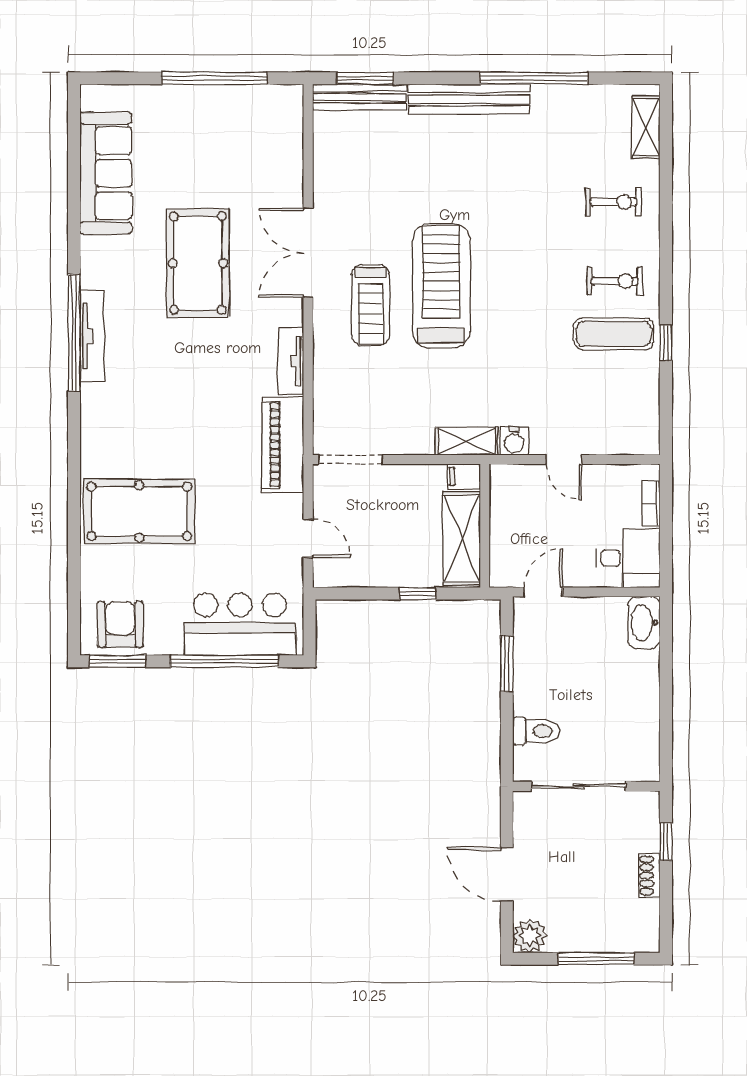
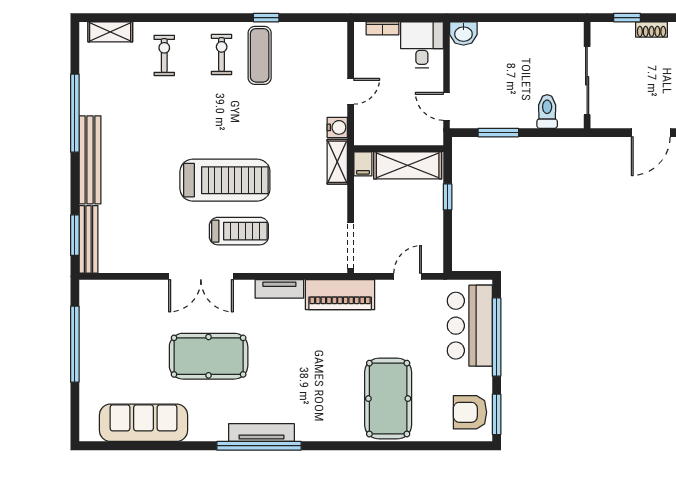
treadmill: (441, 286) -> (225, 180), turned 180
washbasin: (644, 623) -> (463, 33), width x0.72

